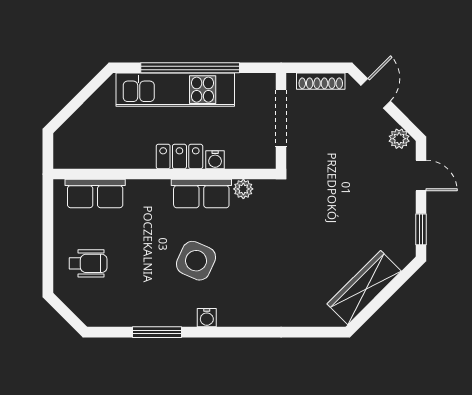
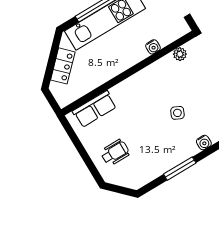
locker: (179, 157) -> (63, 66), moved, turned 135
row of seats: (201, 194) -> (157, 72), removed
side table: (196, 261) -> (177, 113), width x0.54, depth x0.54

